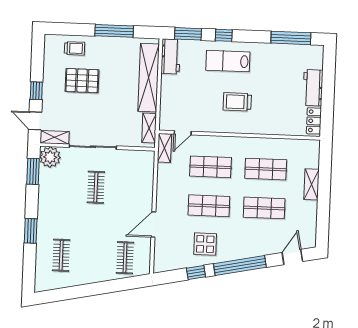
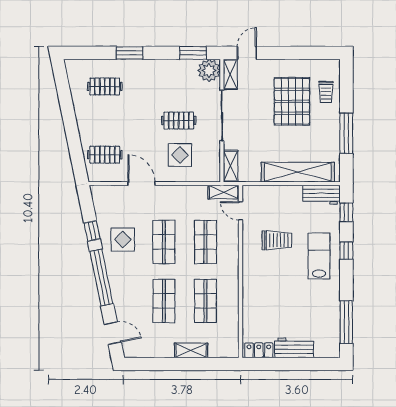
window: (188, 34) -> (346, 212), width x0.67
pallet: (82, 81) -> (292, 101), width x1.37, depth x1.41
window: (36, 91) -> (279, 53), removed
trolley: (237, 102) -> (277, 240), moved, turned 90
shelving: (149, 128) -> (231, 166), moved, turned 90
display table: (128, 187) -> (180, 155), added

